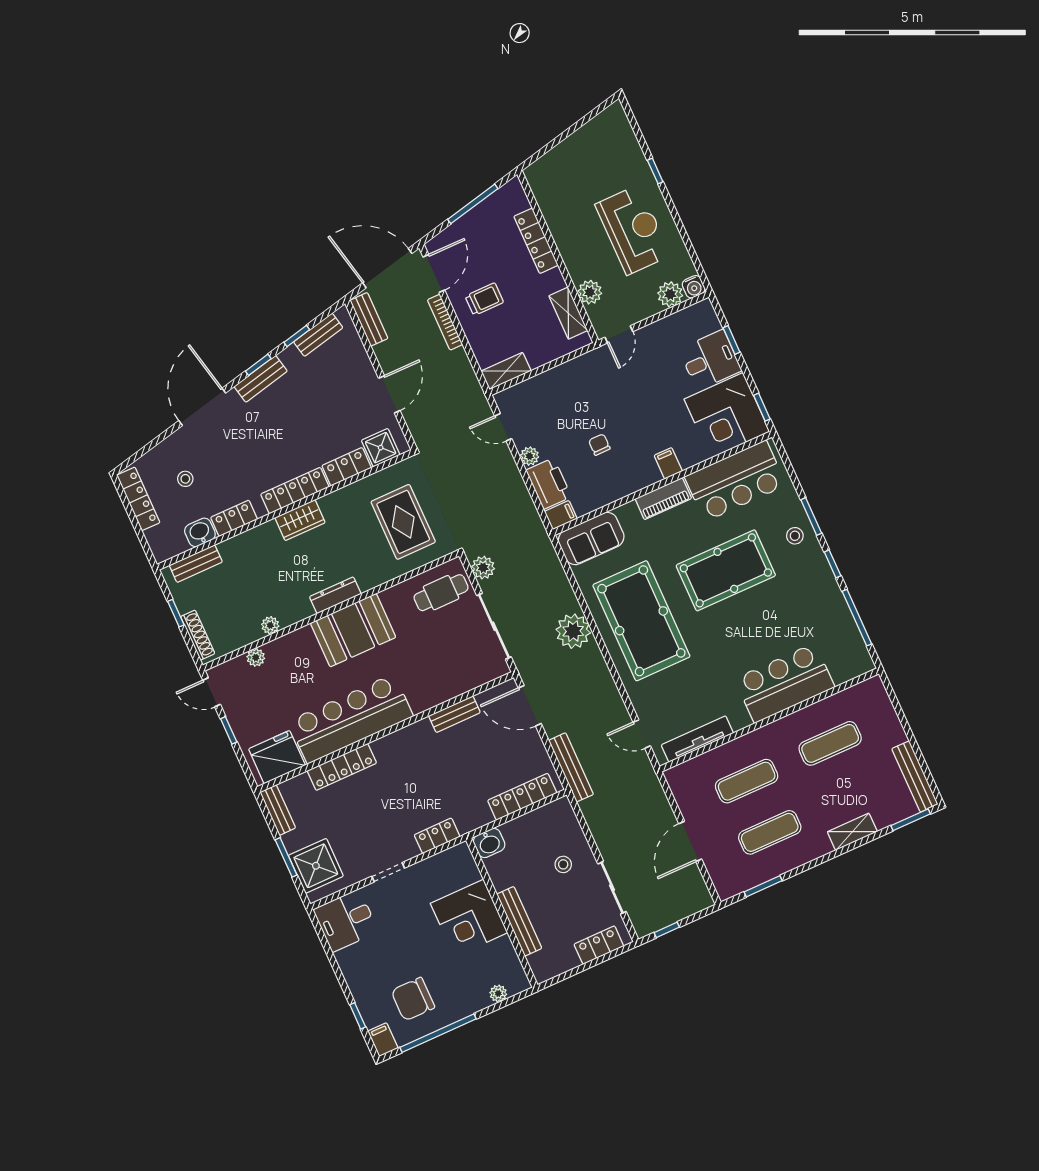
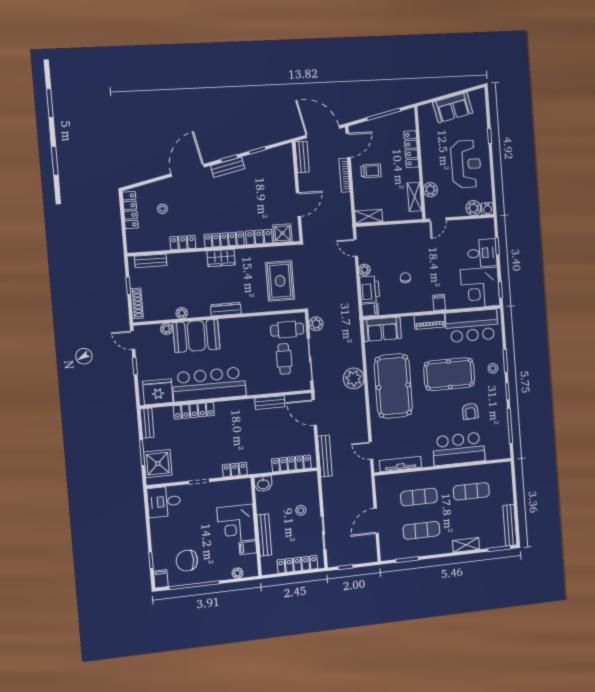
sofa: (579, 150) -> (453, 108), added
bench: (318, 335) -> (270, 155), removed
washbasin: (200, 532) -> (160, 243), removed
armchair: (782, 617) -> (470, 411), added
booth: (353, 630) -> (196, 336), moved
cafe table: (453, 639) -> (284, 359), added
locker: (599, 945) -> (297, 564), width x1.53
filing cabinet: (501, 949) -> (248, 548), added

